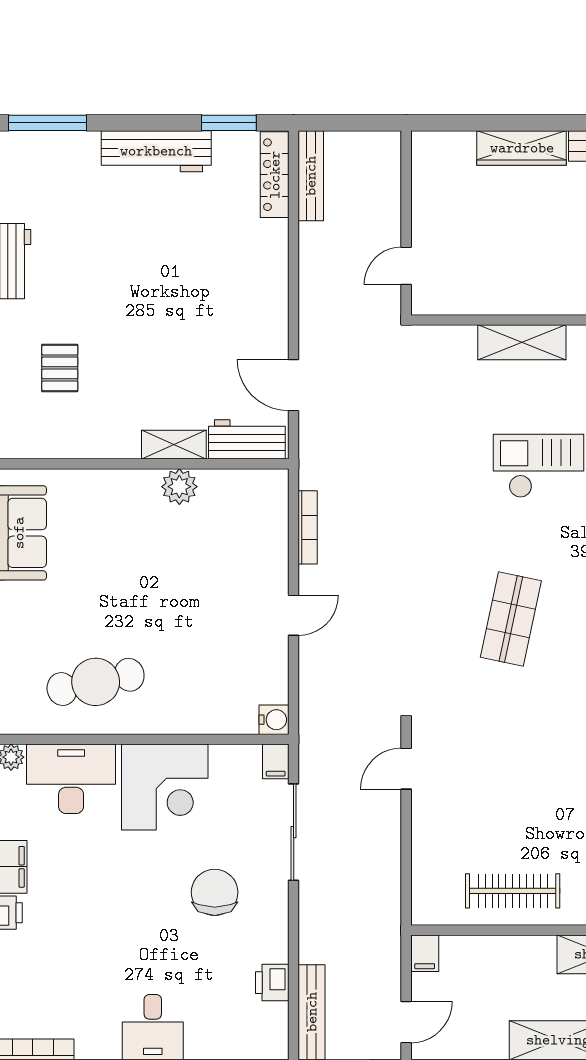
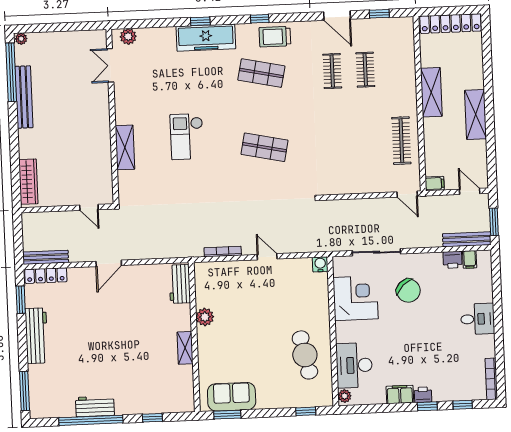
wardrobe: (522, 148) -> (28, 182), moved
pallet: (60, 368) -> (148, 380), removed
door: (294, 385) -> (109, 263), moved
shelving: (174, 445) -> (185, 348), moved
filing cabinet: (276, 761) -> (470, 259), moved, turned 90
door: (406, 769) -> (407, 194), moved
corner desk: (165, 787) -> (356, 298), moved
chair: (215, 892) -> (408, 291), turned -134

